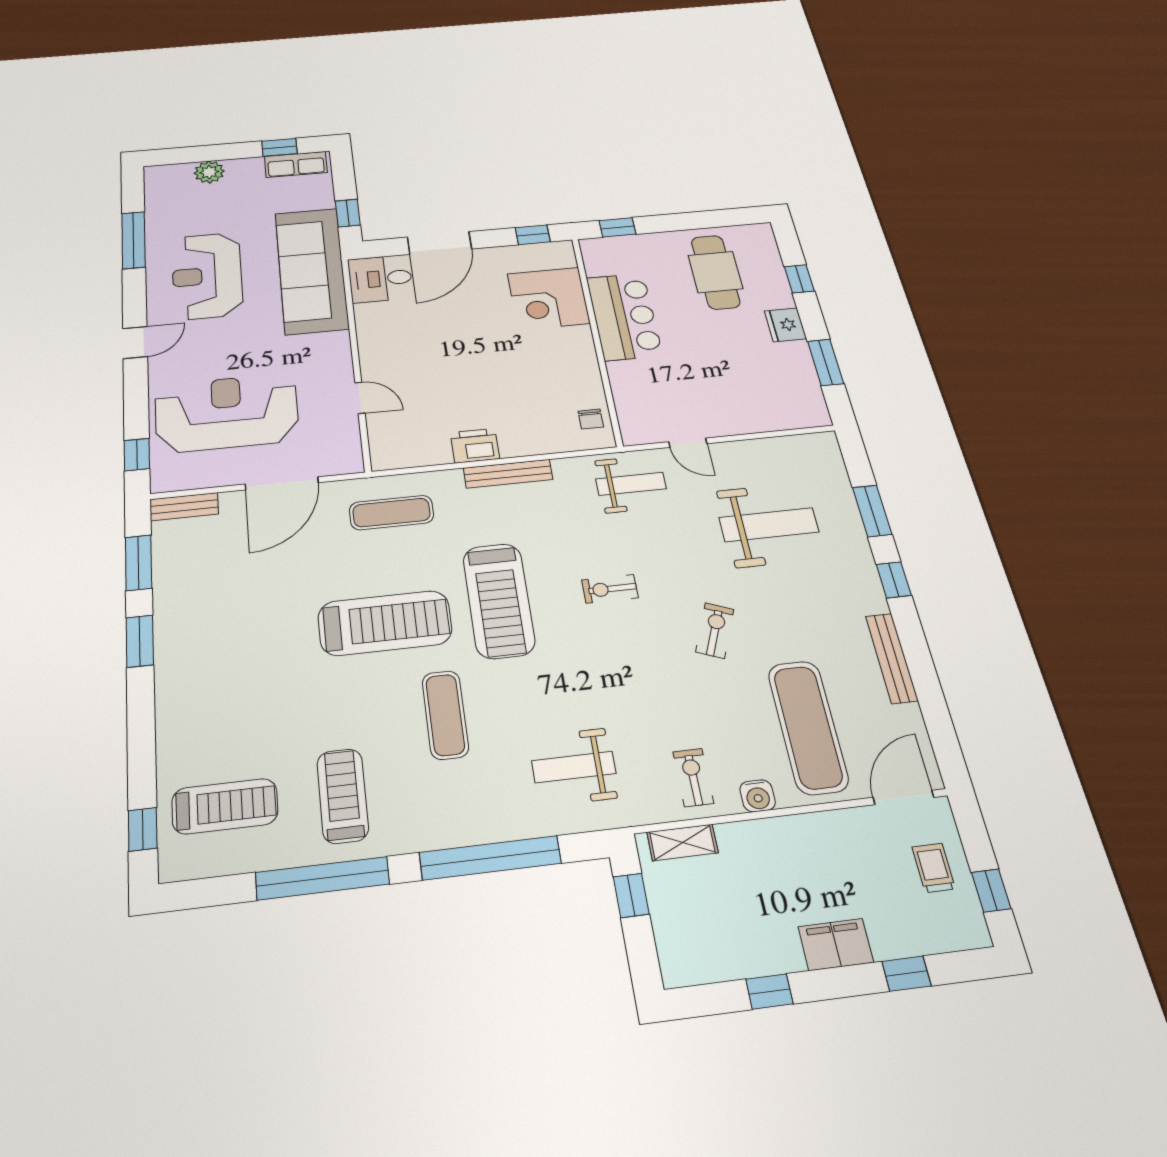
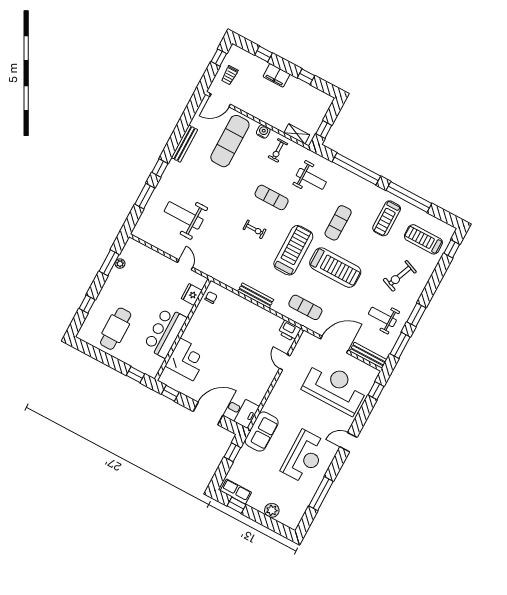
sofa: (311, 270) -> (262, 432), width x0.54, depth x0.79
fridge: (785, 325) -> (192, 294), moved, turned 180
plant: (806, 373) -> (120, 264), added
reception desk: (227, 413) -> (335, 388), turned 180
printer: (475, 446) -> (289, 331), moved
weight bench: (631, 484) -> (382, 317), moved
bench: (184, 507) -> (368, 355), width x1.36
treadmill: (385, 623) -> (335, 268), turned 180
exercise bike: (715, 631) -> (400, 276), moved, width x1.38, depth x1.39
exercise mat: (627, 672) -> (272, 197), added

